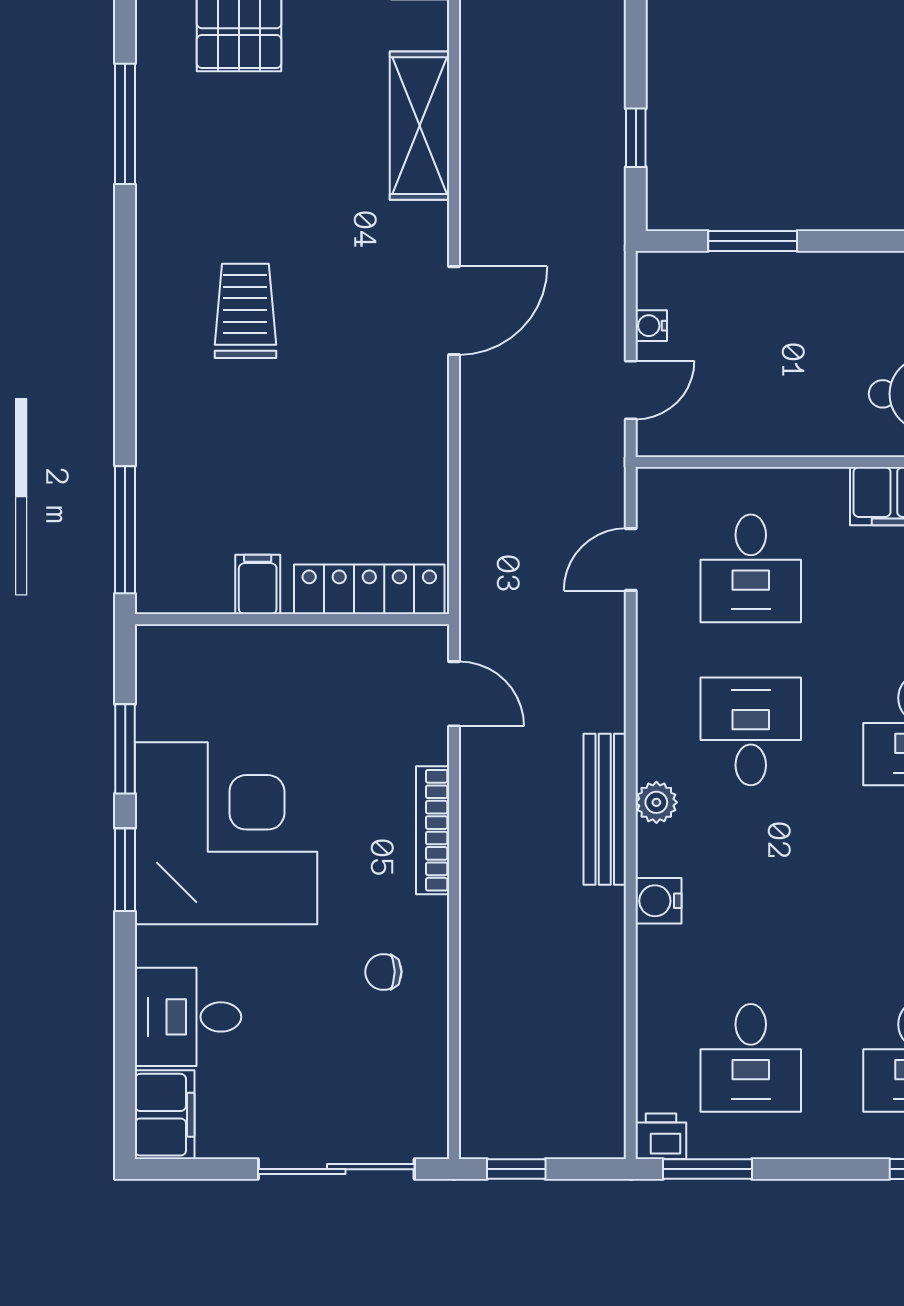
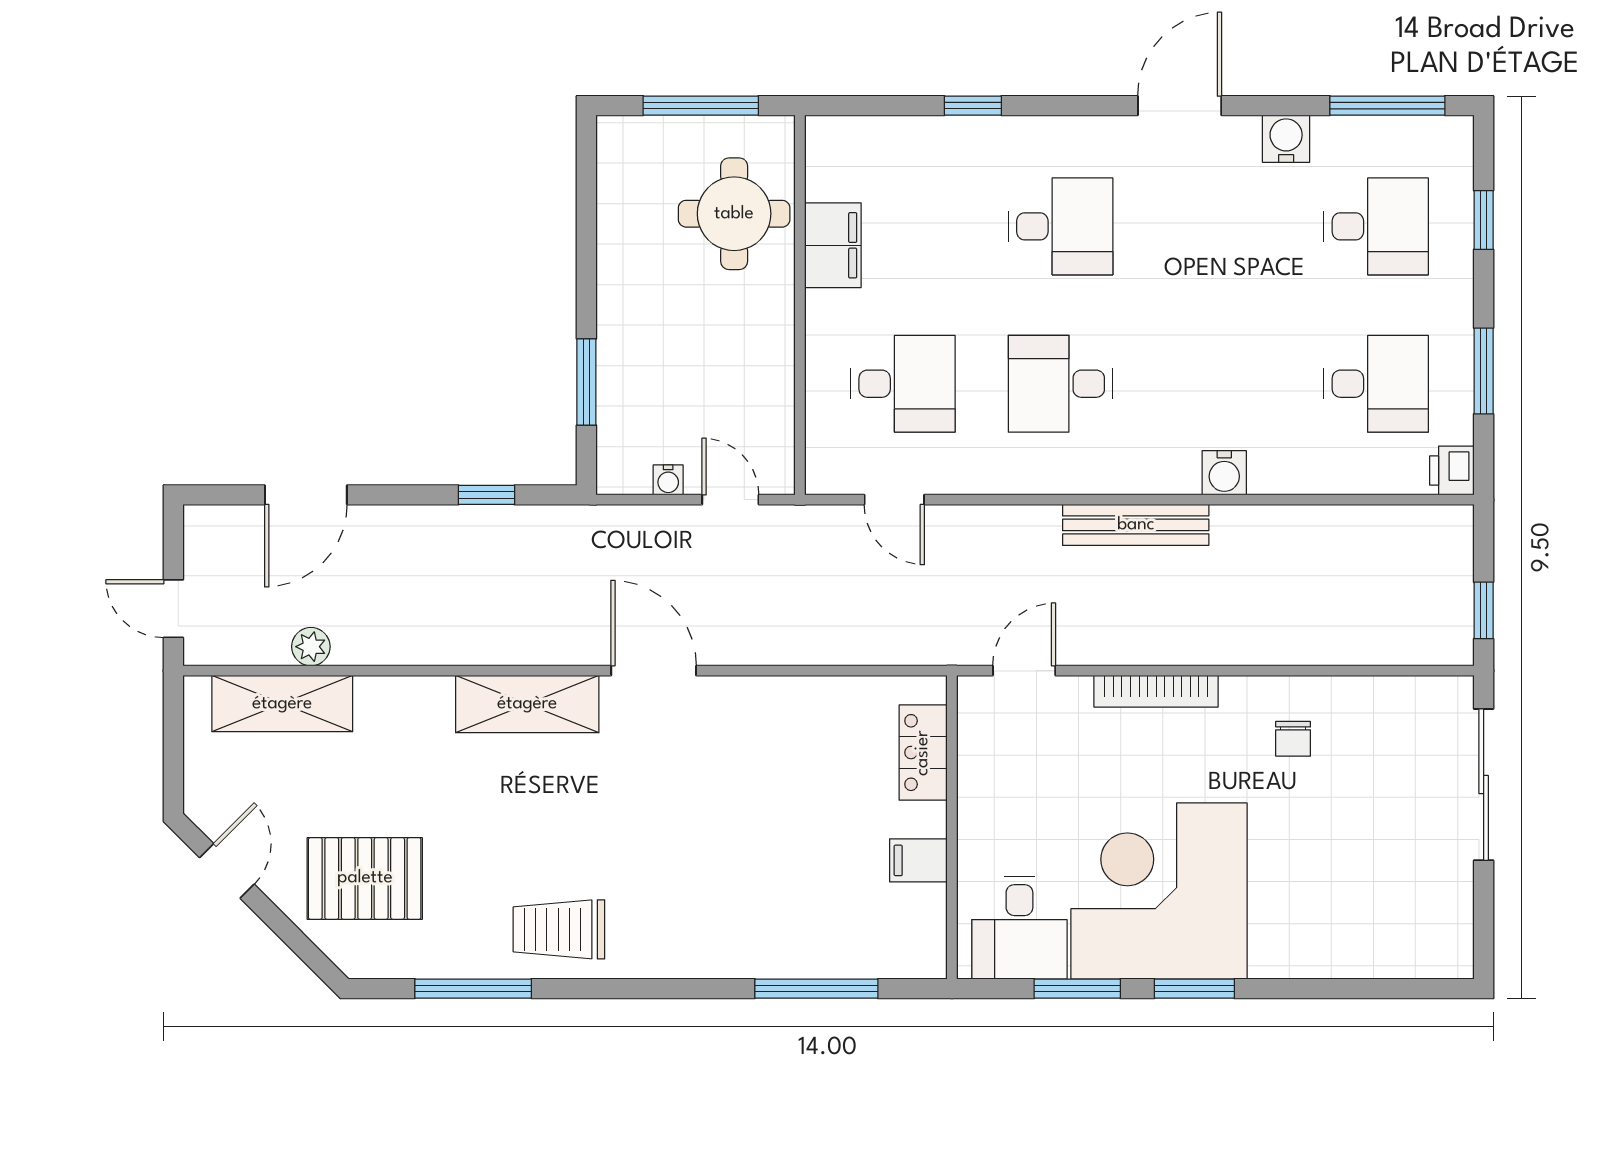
shelving: (419, 126) -> (527, 704), moved
trolley: (245, 311) -> (559, 929), moved
window: (125, 530) -> (816, 989), moved
locker: (369, 589) -> (923, 753), width x0.66
plant: (656, 802) -> (1129, 475), removed
desk: (188, 1017) -> (1019, 928), moved
filing cabinet: (165, 1115) -> (1431, 950), removed
window: (708, 1169) -> (1484, 371), moved

